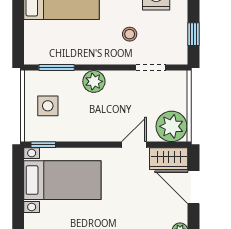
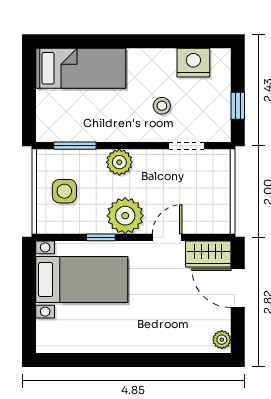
plant: (172, 126) -> (125, 216), moved
window: (43, 145) -> (101, 237), moved

